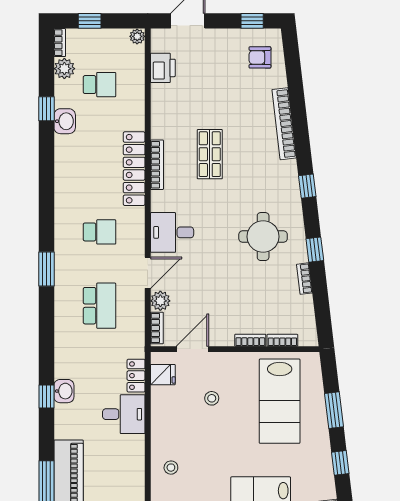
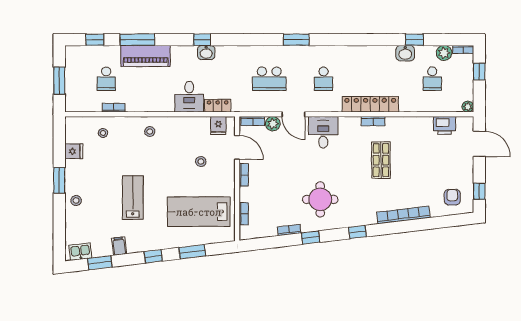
shop shelf: (210, 154) -> (381, 160), turned 90
bookcase: (157, 165) -> (373, 121), width x0.64
bookcase: (250, 340) -> (244, 175), moved

